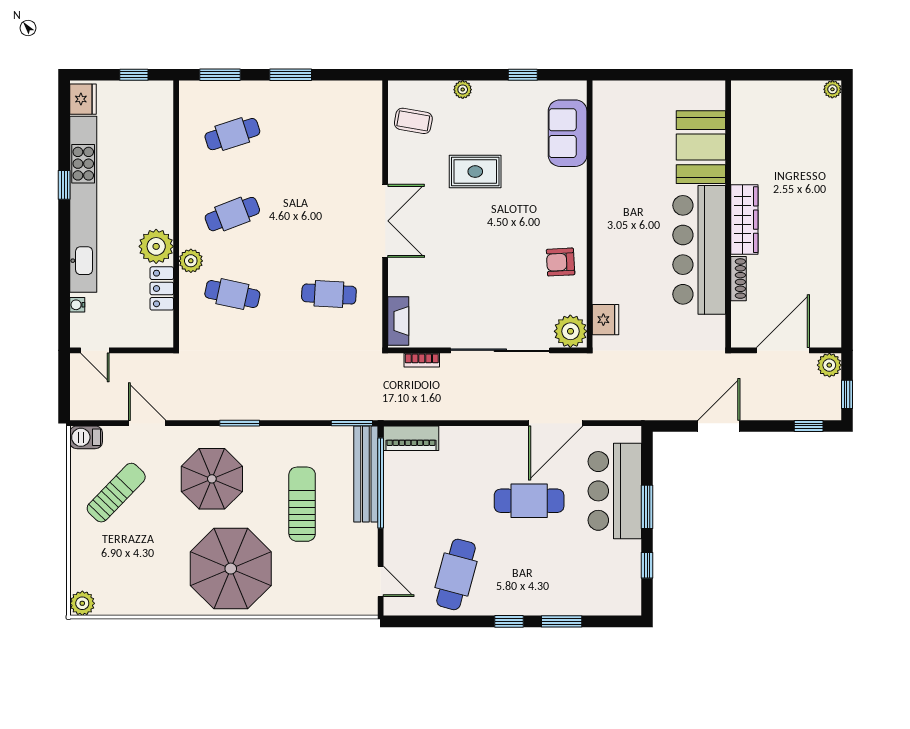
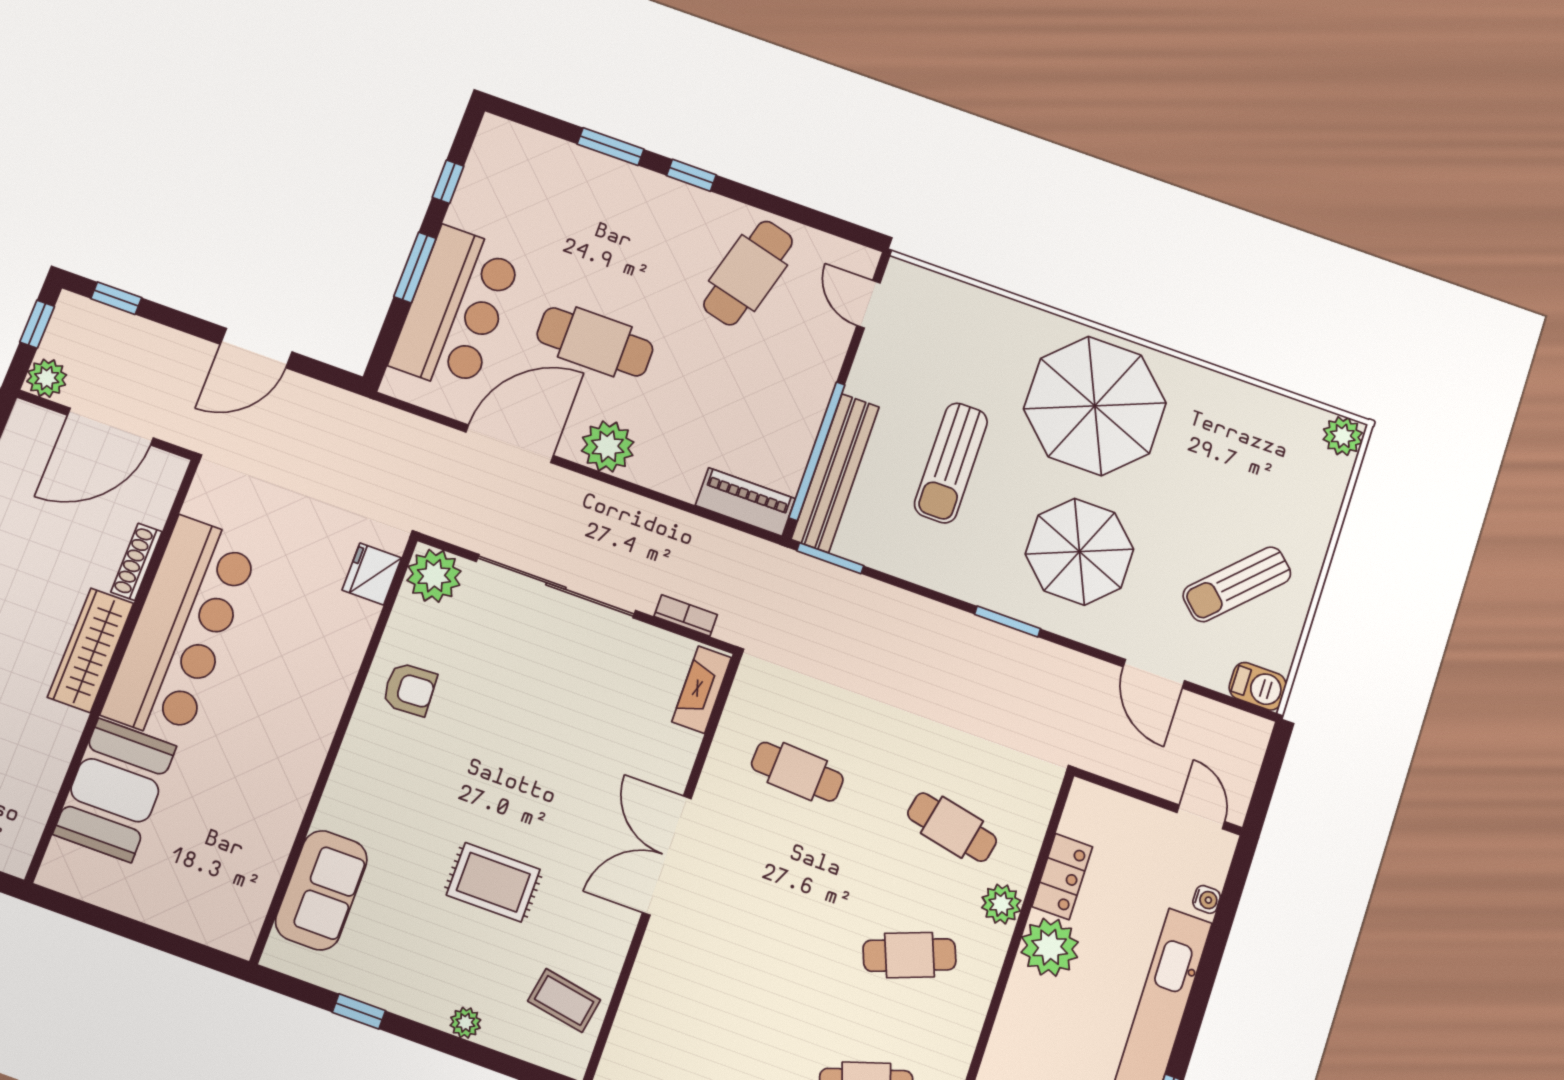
plant: (500, 442) -> (608, 446), added

